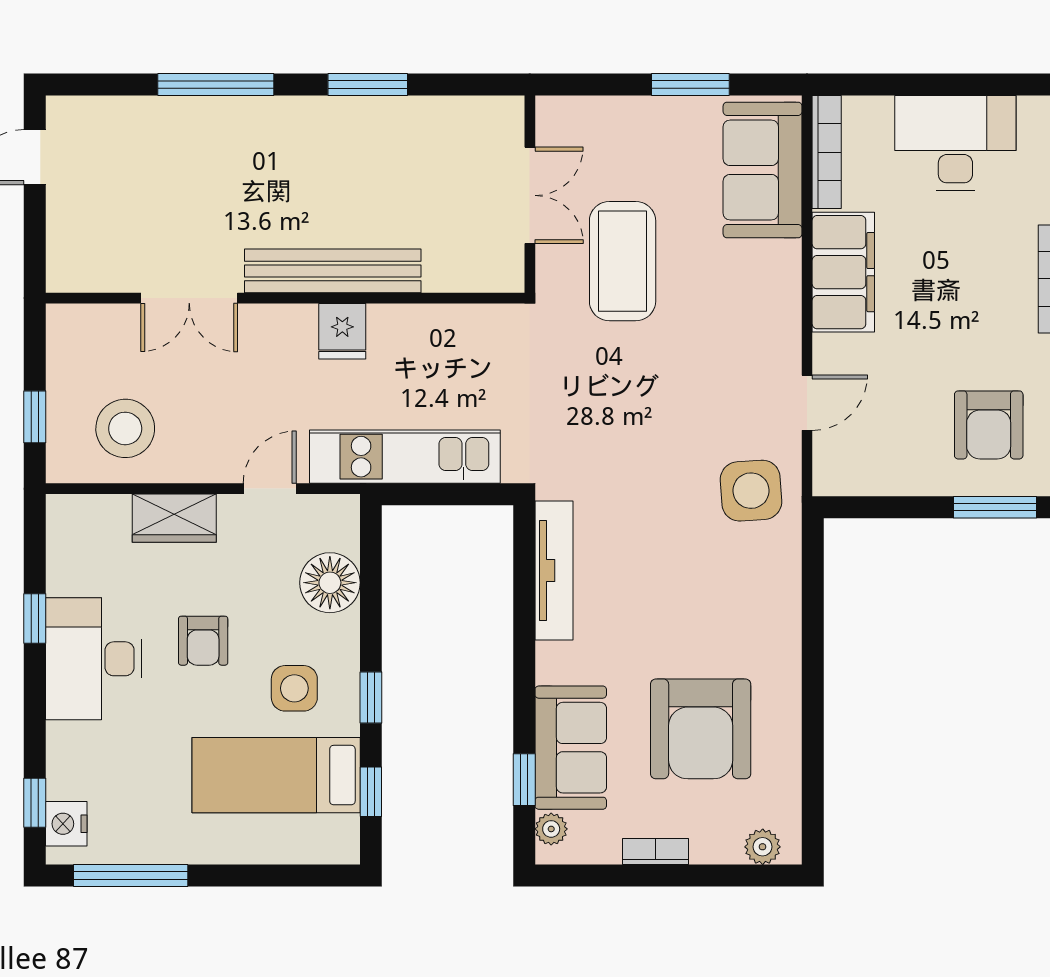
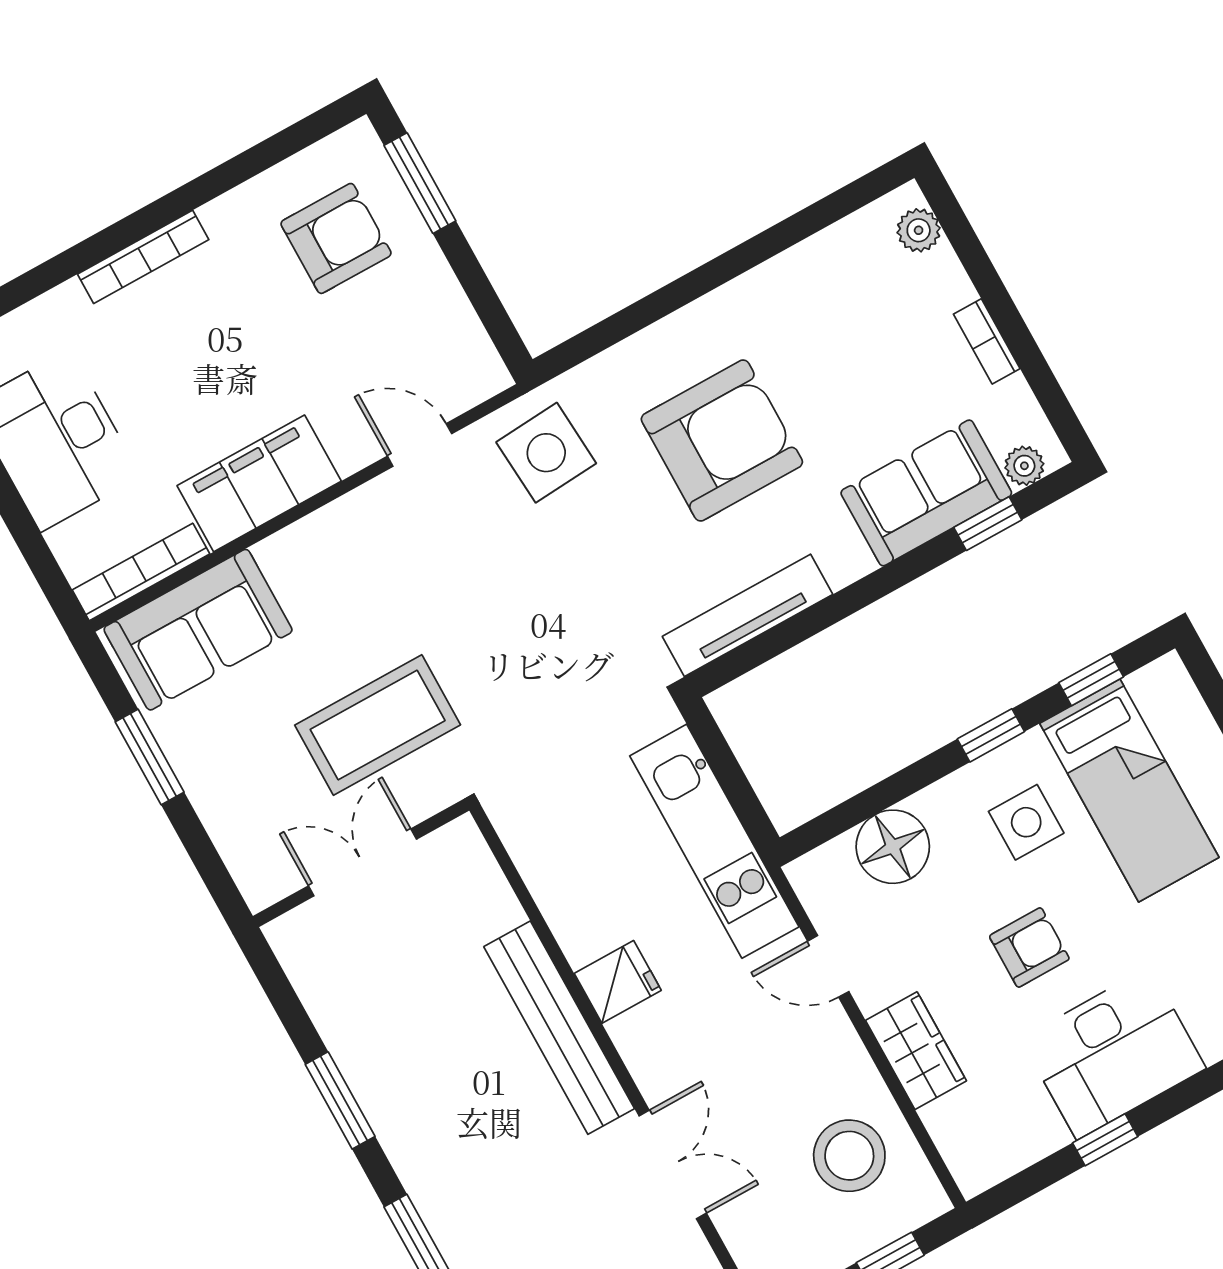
armchair: (701, 729) -> (722, 440), moved

